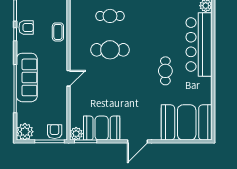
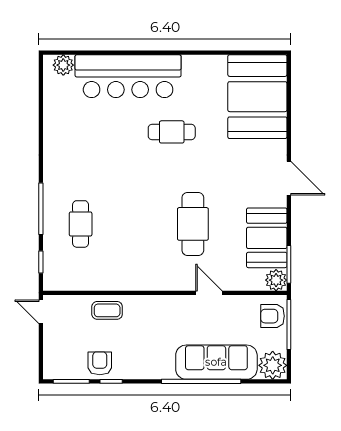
cafe table: (110, 50) -> (193, 224), moved
sofa: (27, 77) -> (216, 362), moved
door: (69, 78) -> (209, 293), moved

